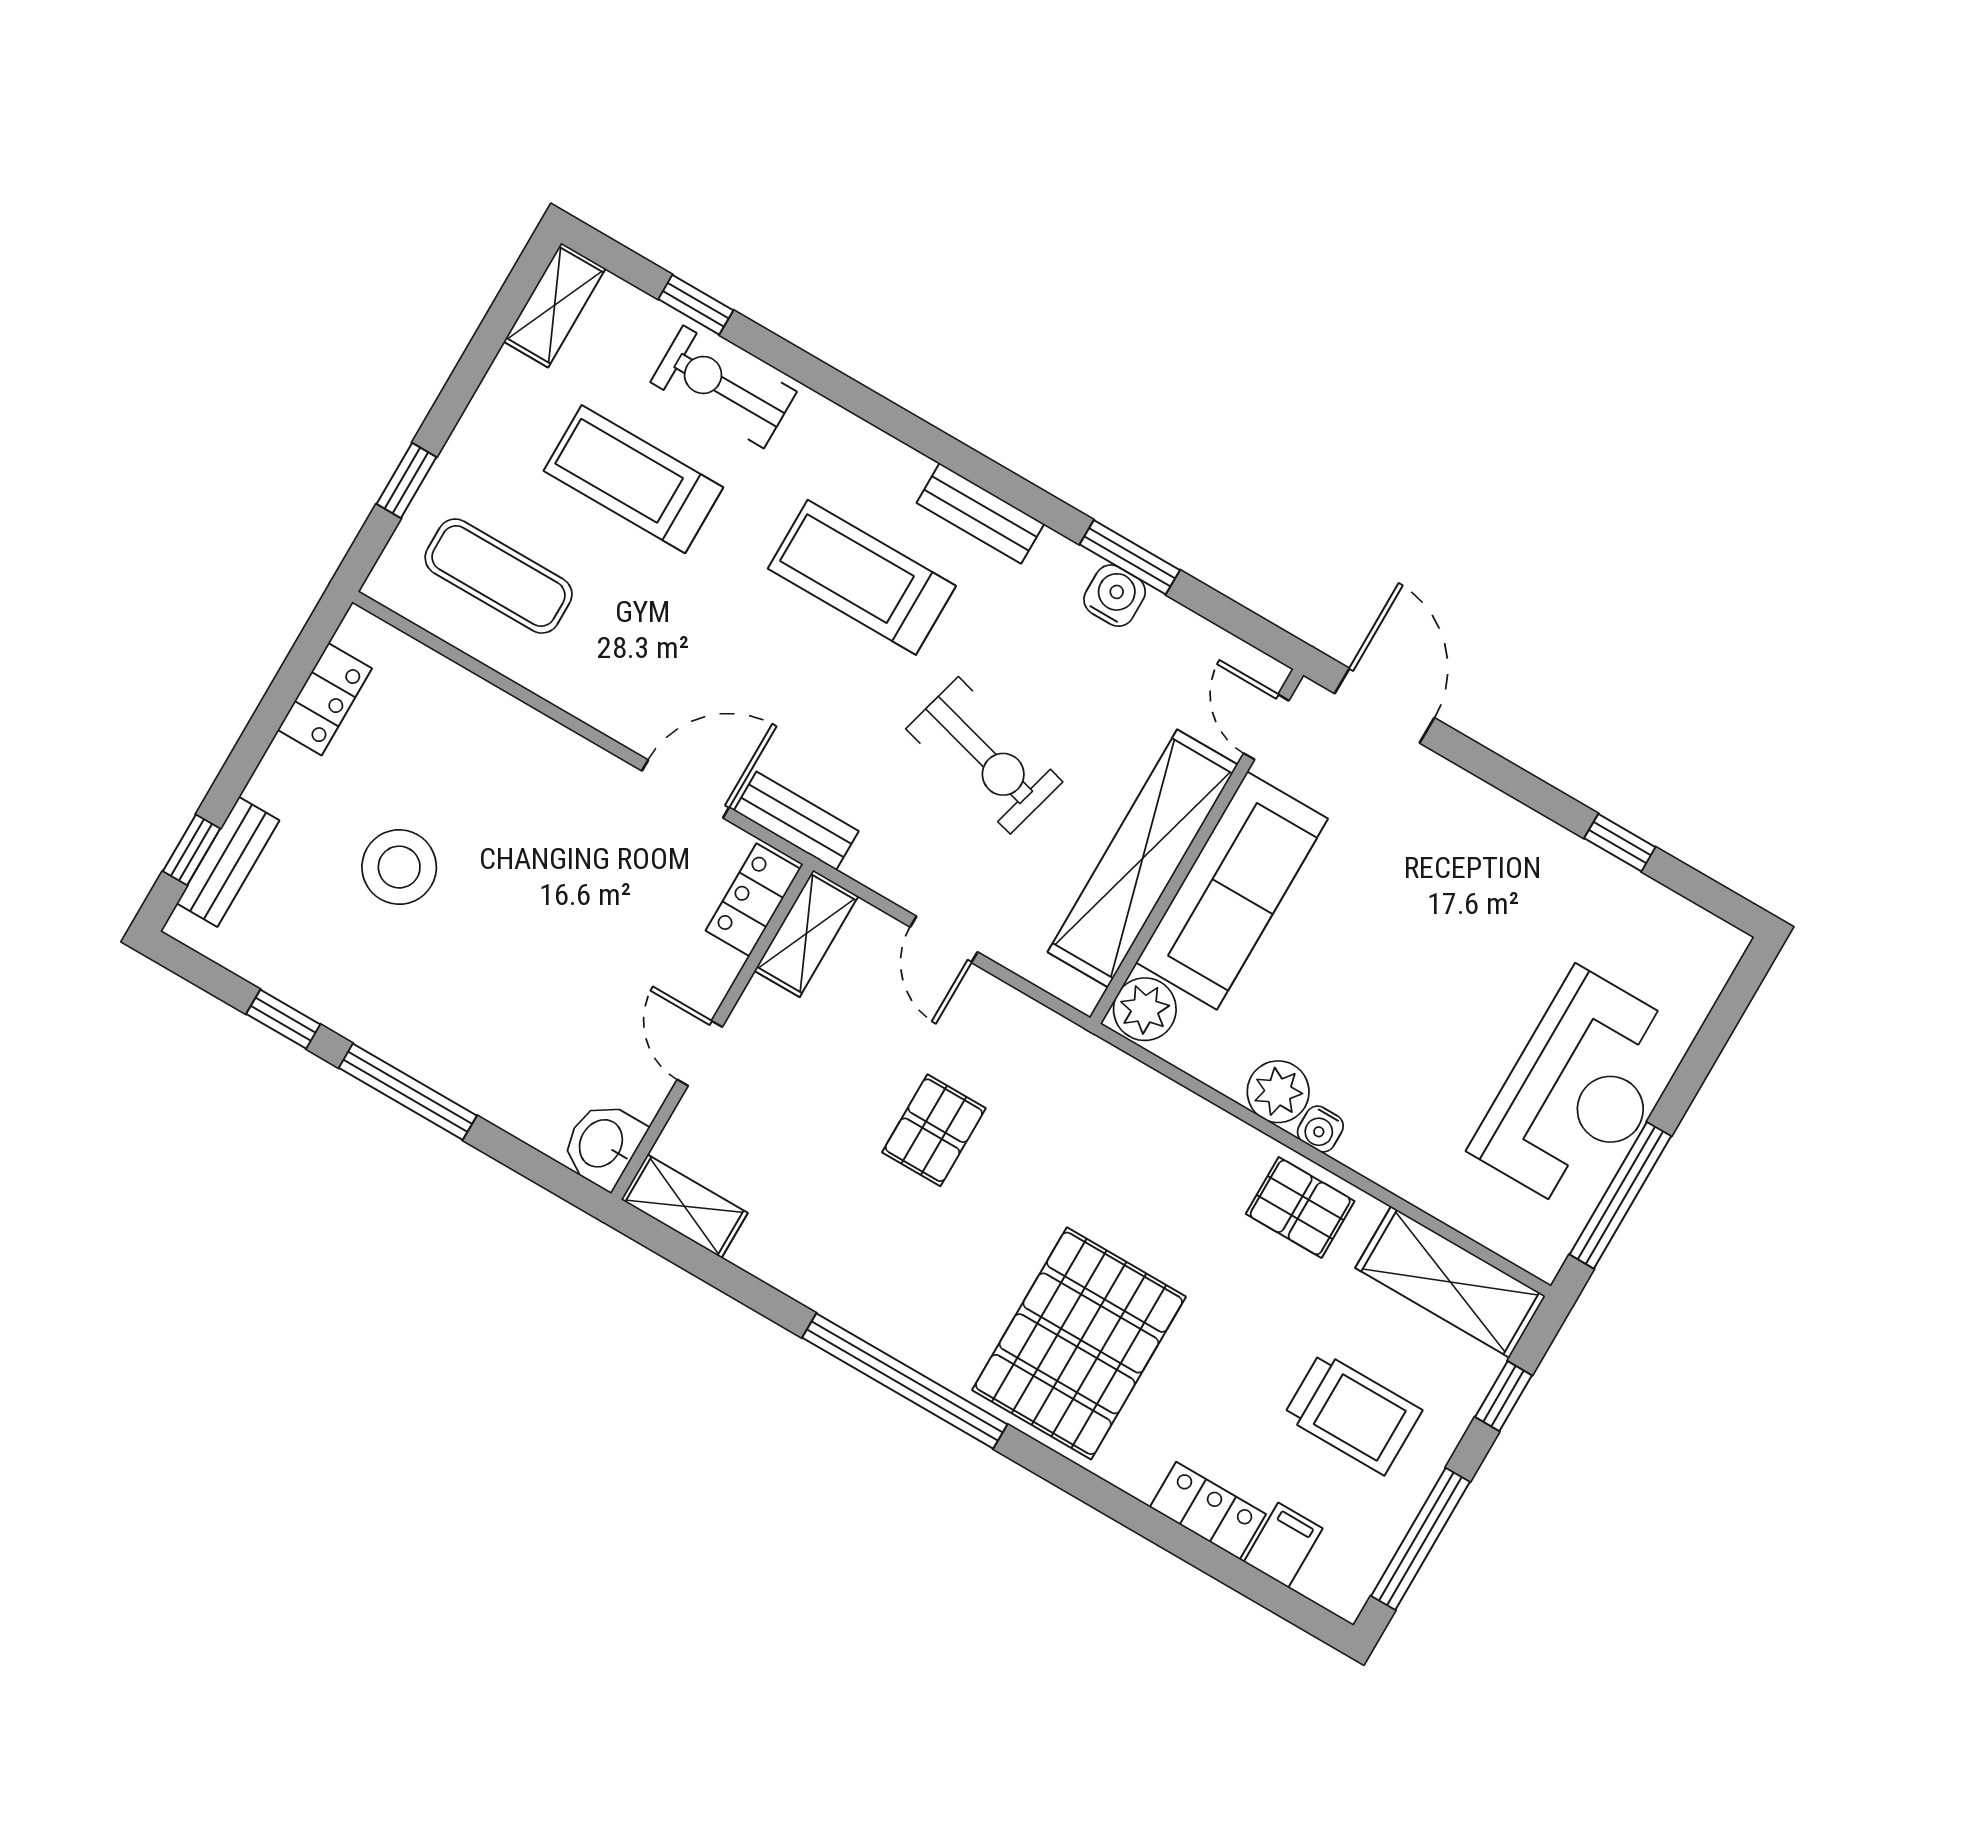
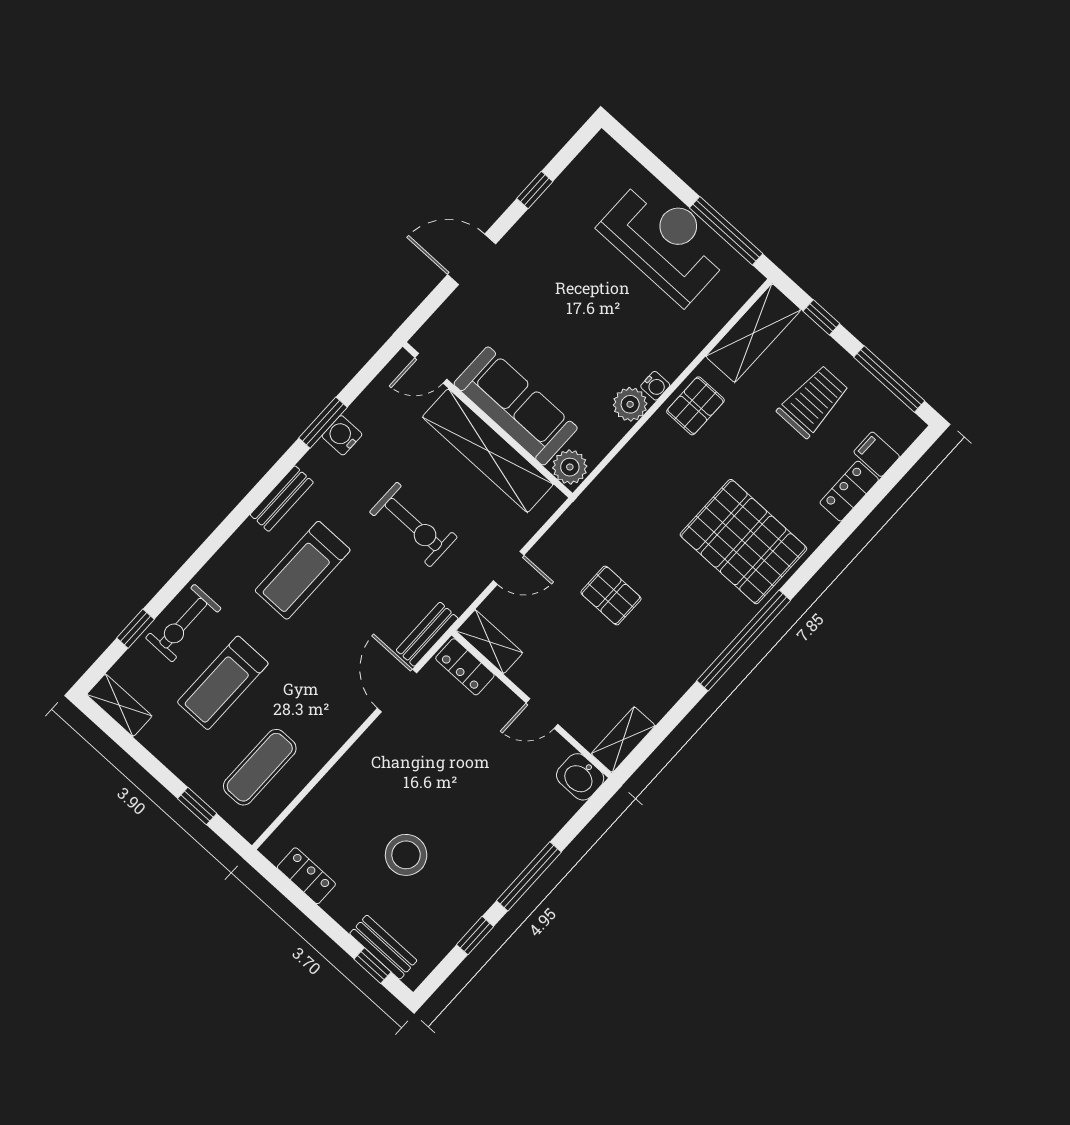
door: (1385, 706) -> (472, 259), moved
exercise bike: (984, 755) -> (413, 525), turned 75

